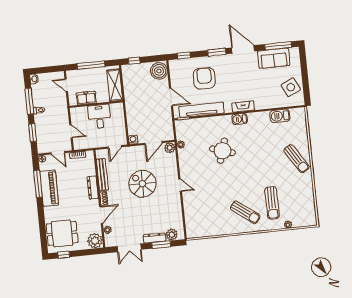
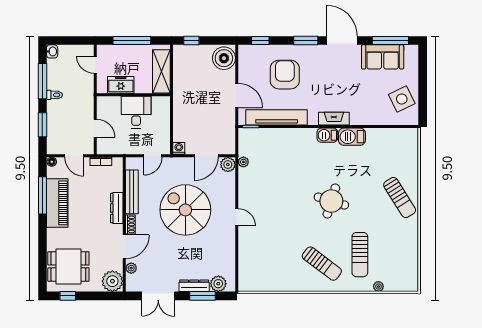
barbecue: (280, 116) -> (352, 137), moved
round table: (222, 151) -> (331, 201), moved
spiral stairs: (142, 184) -> (185, 210), width x1.37, depth x1.37

